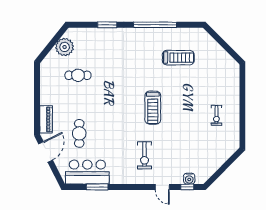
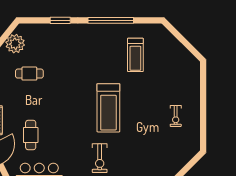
treadmill: (178, 58) -> (135, 55), turned 90
treadmill: (153, 108) -> (108, 108), width x1.37, depth x1.38

